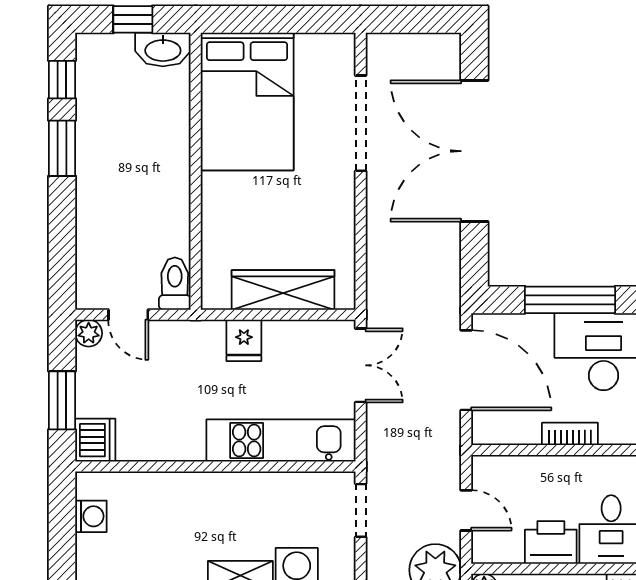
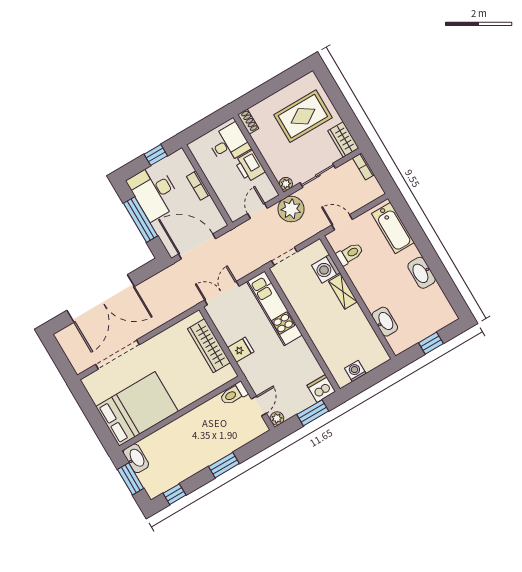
window: (133, 19) -> (131, 479), width x1.50
window: (62, 148) -> (224, 465), moved
door: (466, 370) -> (197, 246), hinge flipped

